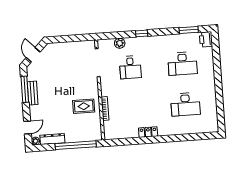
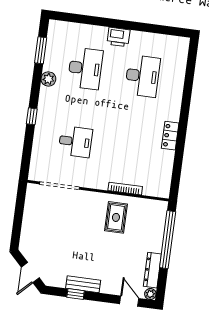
printer: (206, 39) -> (118, 37), moved
plant: (120, 43) -> (48, 79), moved
door: (33, 55) -> (30, 273), hinge flipped
window: (25, 89) -> (76, 294), width x0.46

